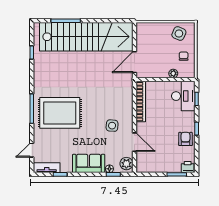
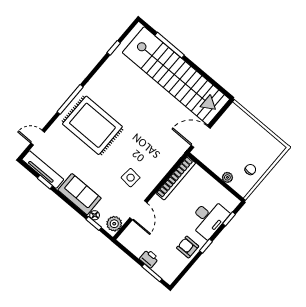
side table: (179, 34) -> (264, 145), removed
desk: (183, 96) -> (209, 218), moved
armchair: (185, 139) -> (188, 247), turned -90
printer: (188, 167) -> (149, 259), moved
tv unit: (47, 168) -> (43, 170), width x1.41

